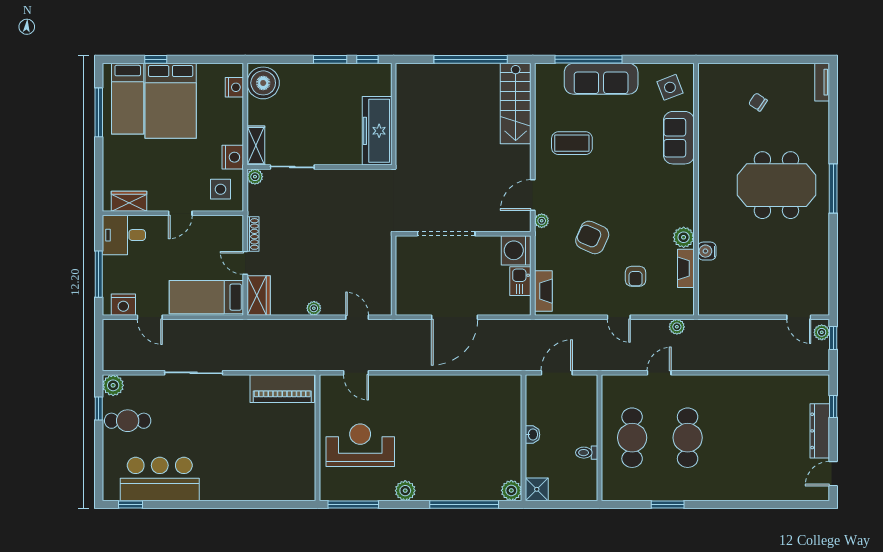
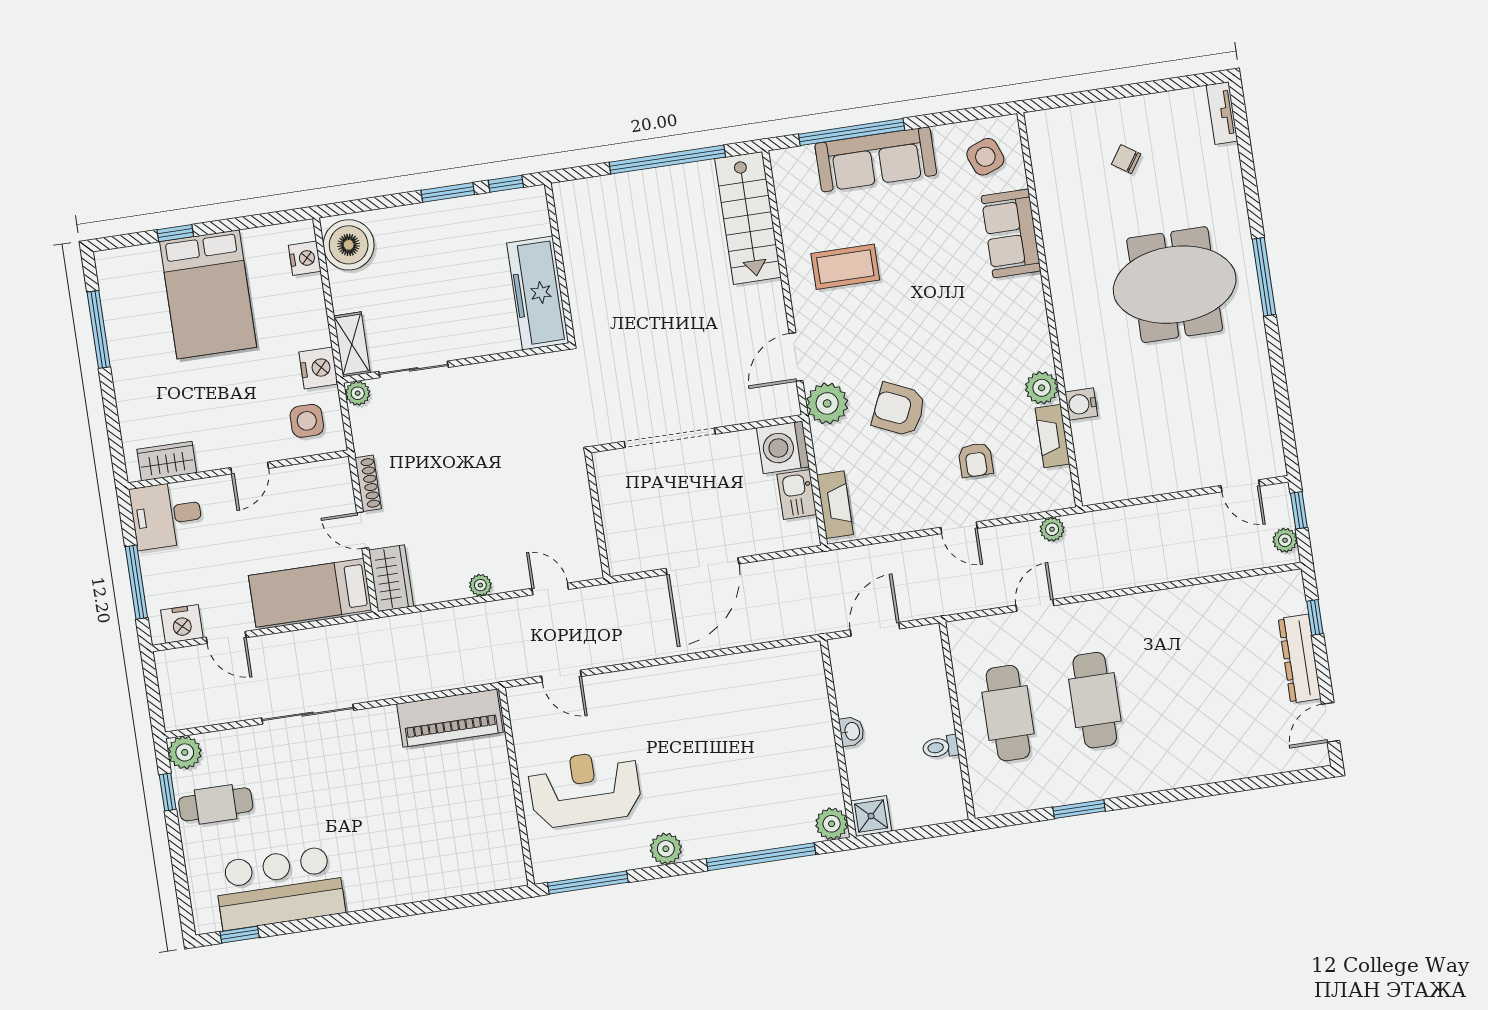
bed: (128, 99) -> (141, 301), removed
plant: (542, 221) -> (827, 403), width x1.88, depth x1.88
plant: (822, 332) -> (1285, 540), moved

